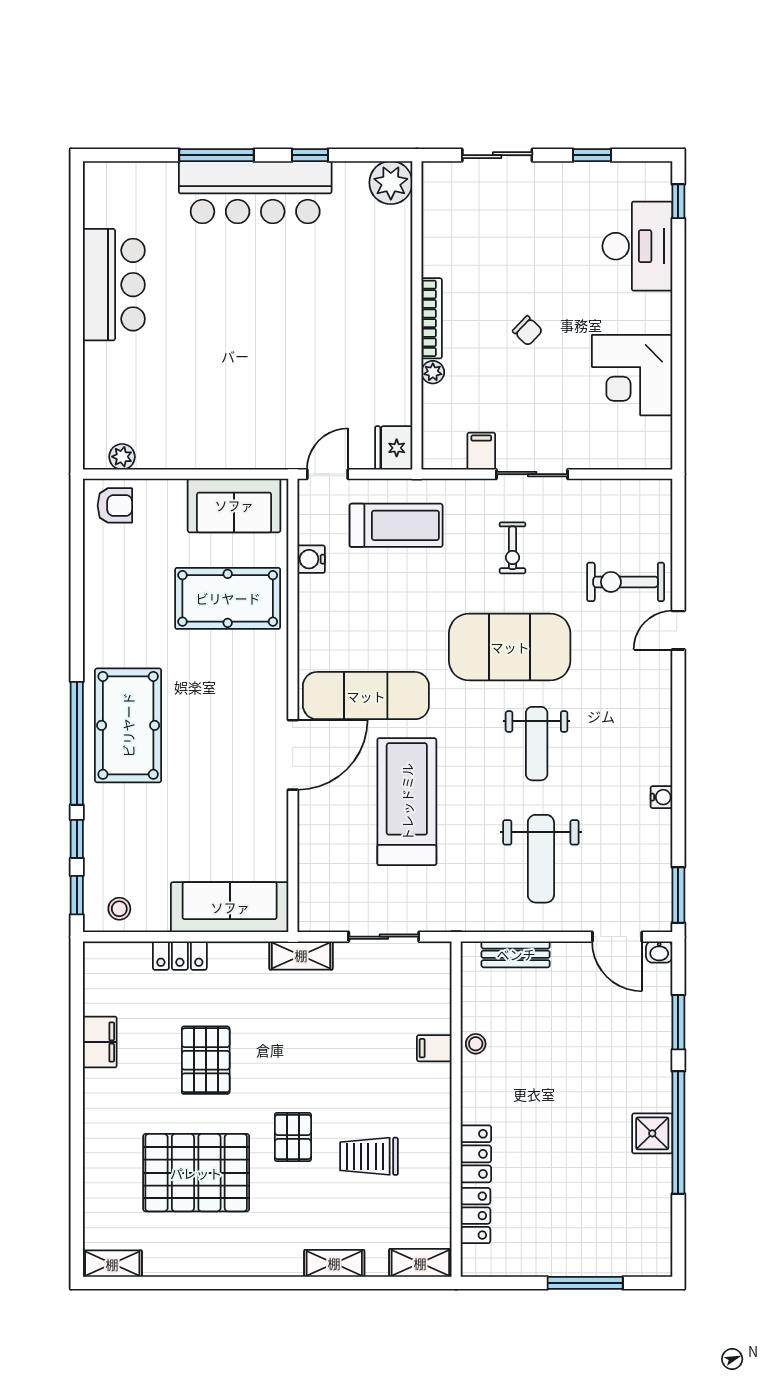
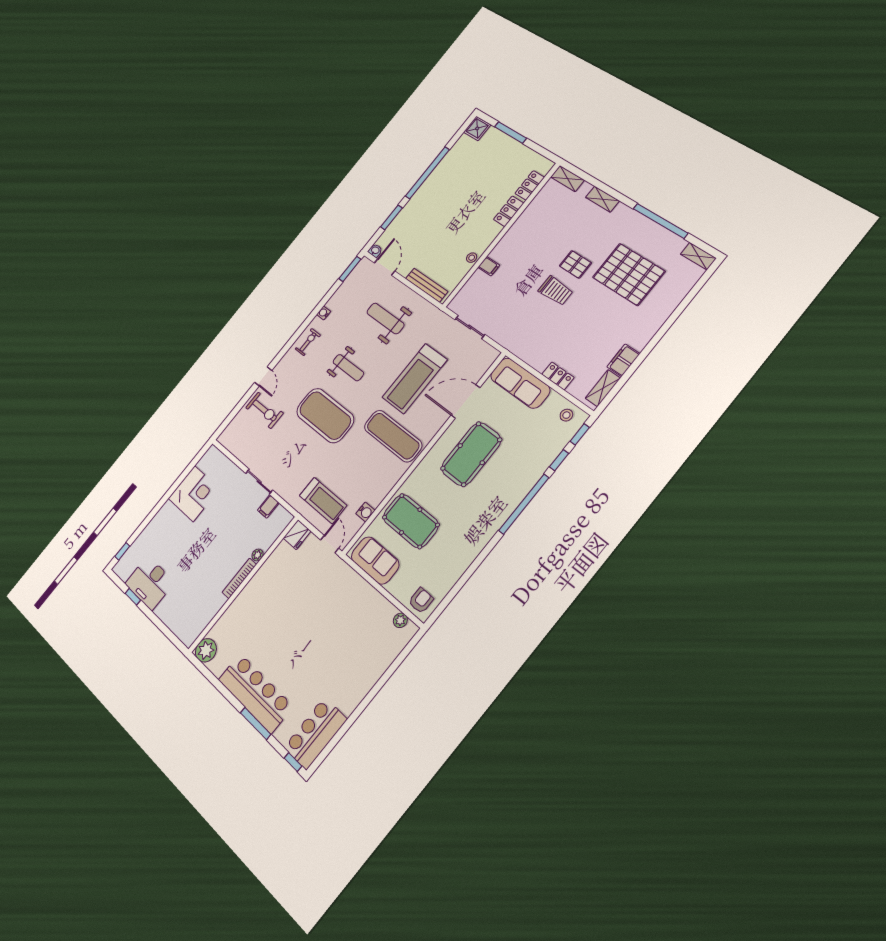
window: (310, 155) -> (293, 762), moved
sliding door: (497, 155) -> (162, 627), removed
desk: (637, 246) -> (150, 583), moved, turned -90
bar counter: (114, 285) -> (315, 733), moved
chair: (528, 331) -> (212, 543), removed
door: (328, 474) -> (330, 544), swing flipped
armchair: (115, 505) -> (421, 601), turned 90
treadmill: (396, 525) -> (323, 500), turned 180
exercise bike: (512, 548) -> (308, 342), moved
door: (678, 630) -> (263, 376), hinge flipped
pool table: (128, 725) -> (471, 454), moved
weight bench: (537, 744) -> (348, 368), turned 90
door: (293, 755) -> (466, 401), moved
weight bench: (541, 859) -> (385, 318), turned -90
bench: (516, 954) -> (427, 285), width x1.36
shelving: (301, 955) -> (603, 388), moved, turned 90
pallet: (206, 1060) -> (585, 322), removed
shower: (652, 1133) -> (477, 128), moved
pallet: (293, 1137) -> (575, 264), turned 90
trolley: (369, 1156) -> (556, 291), moved
window: (214, 1283) -> (660, 221), added

